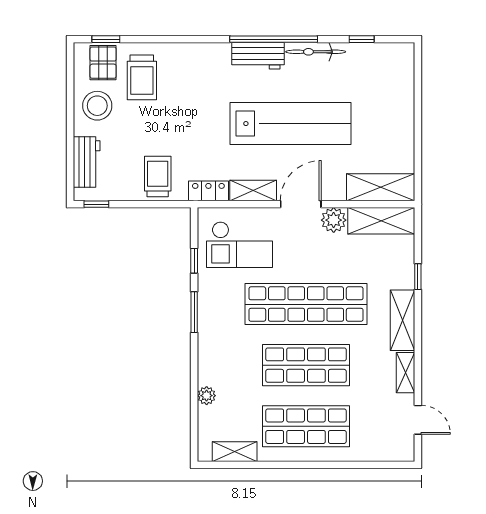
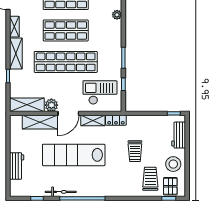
workbench: (258, 56) -> (17, 166), moved, turned 90
trolley: (158, 177) -> (135, 151), moved
shelving: (381, 187) -> (40, 122), moved

